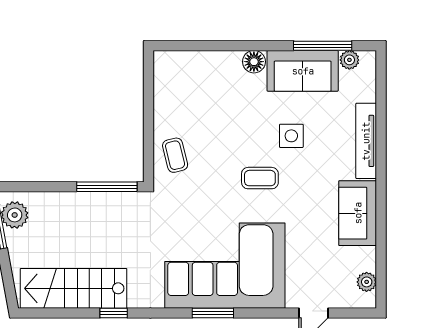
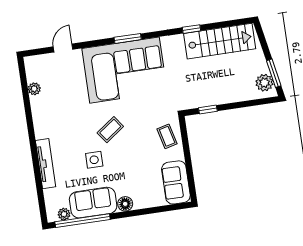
window: (323, 46) -> (83, 221), width x1.46
coffee table: (260, 178) -> (110, 130), turned -36
window: (107, 187) -> (208, 110), width x0.46
sofa: (358, 213) -> (176, 182), moved, turned 180
plant: (367, 282) -> (34, 89), moved

